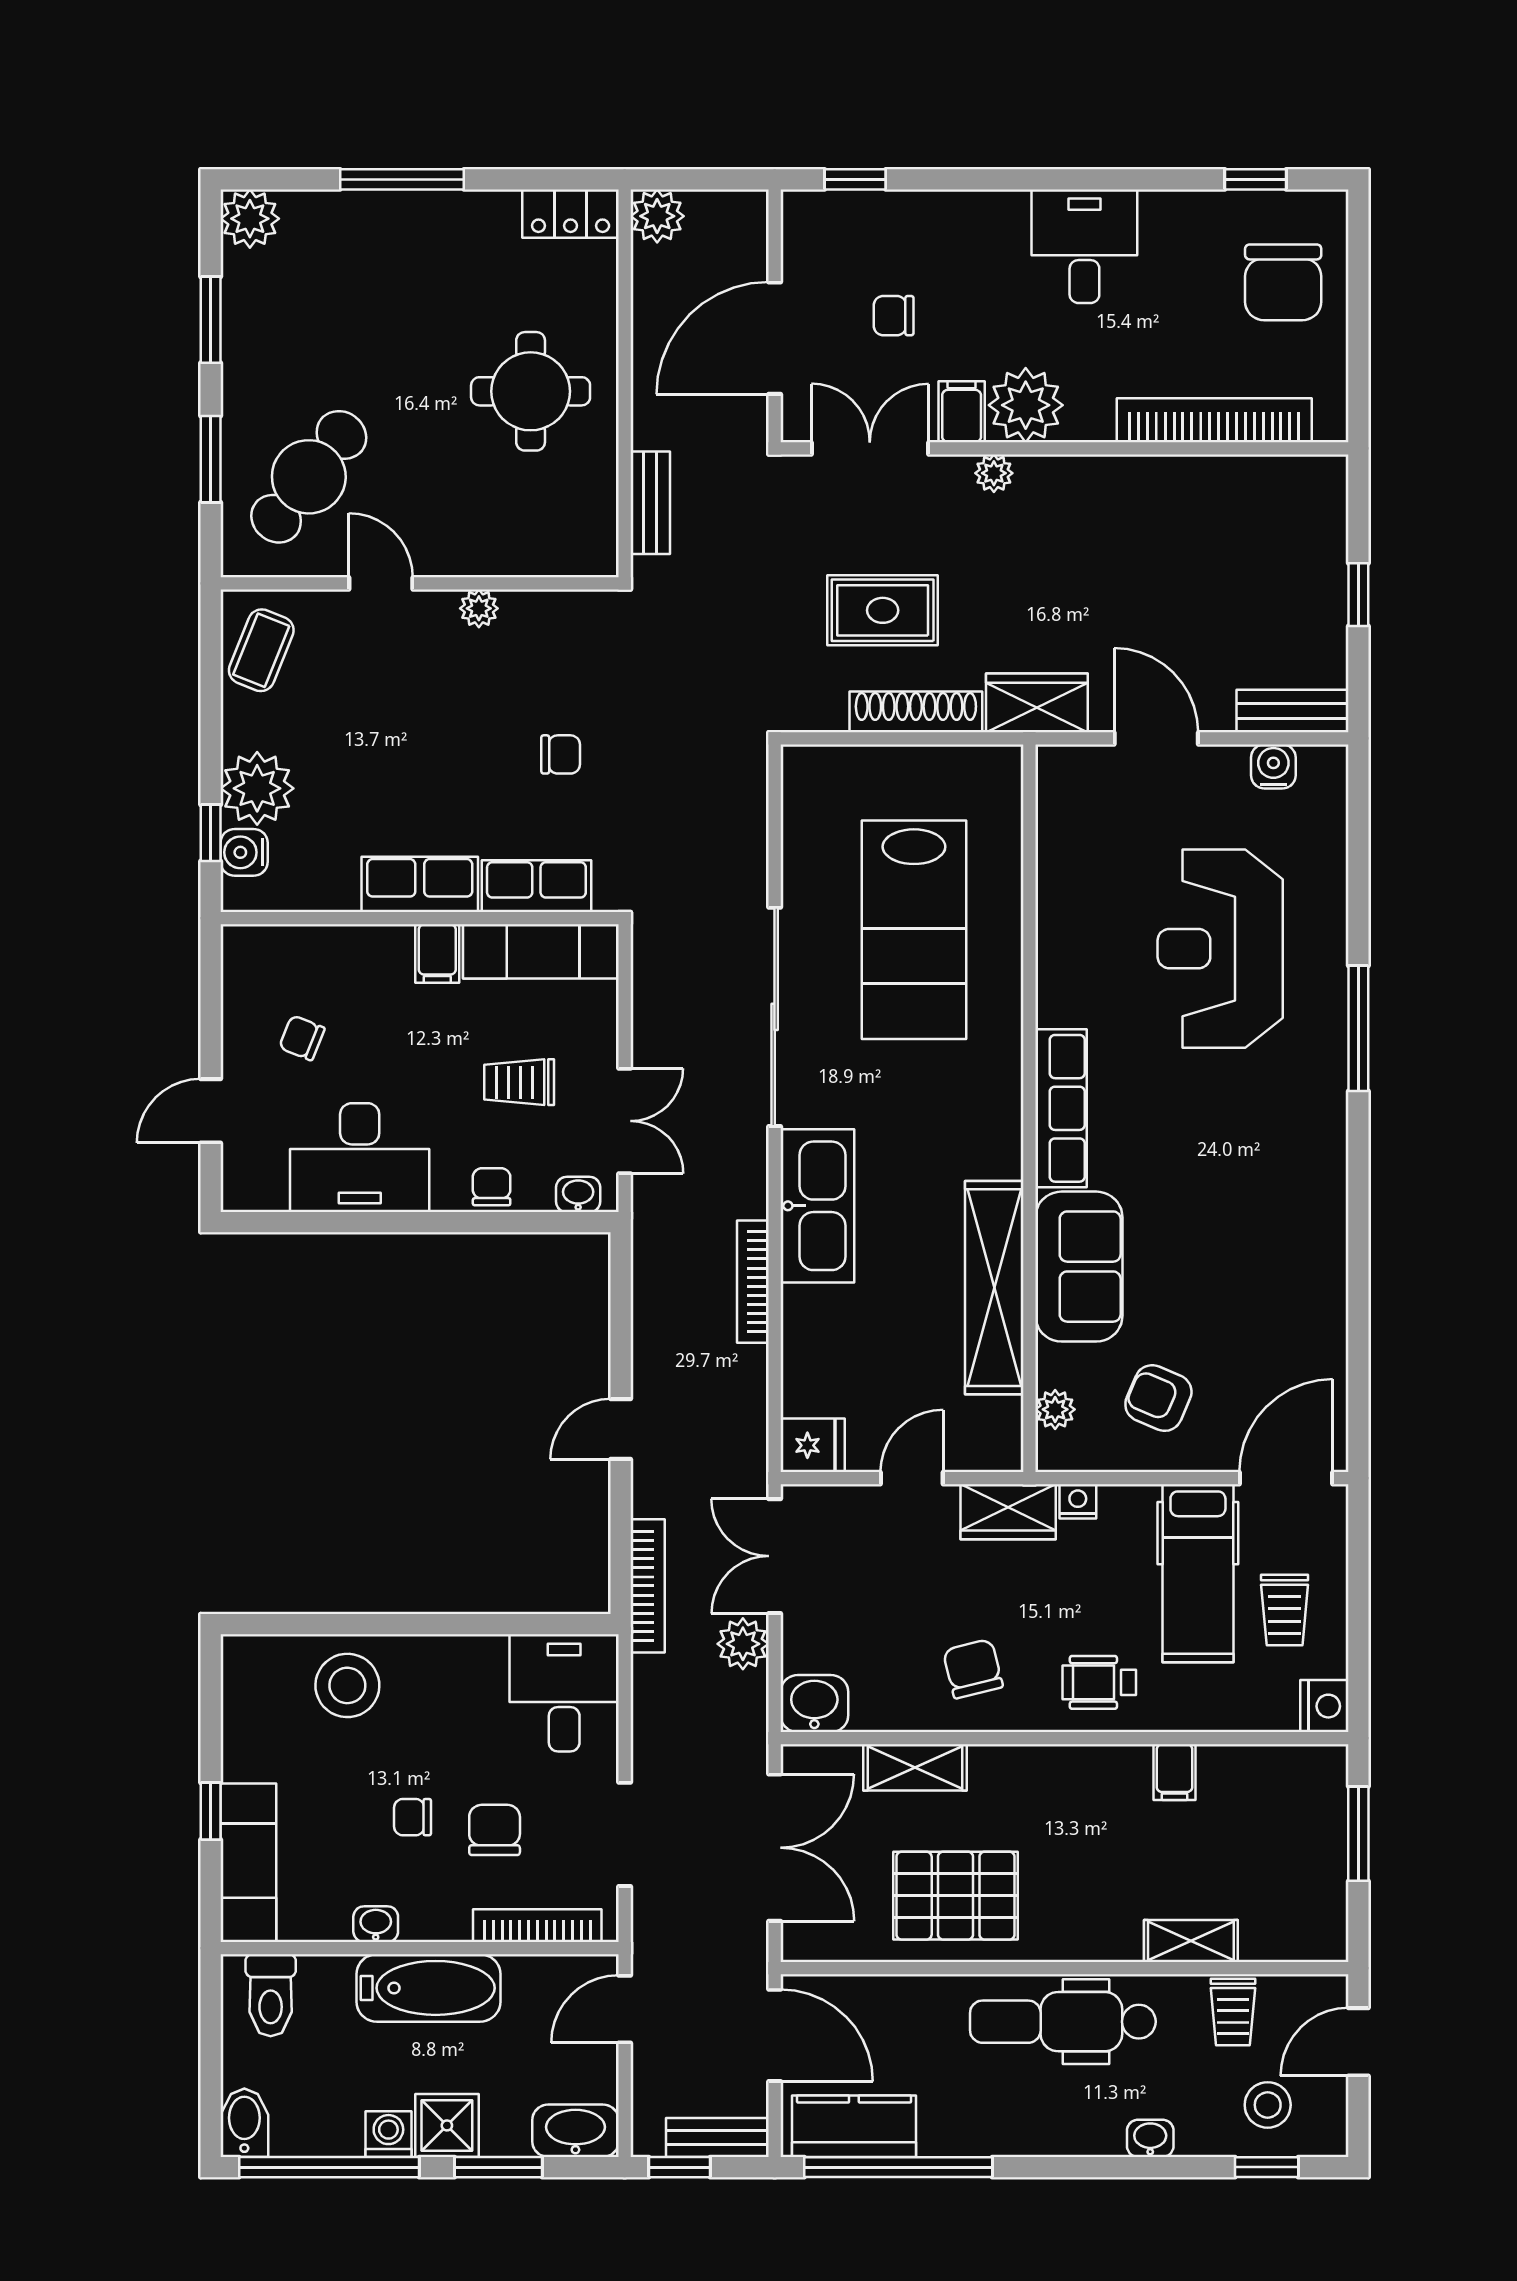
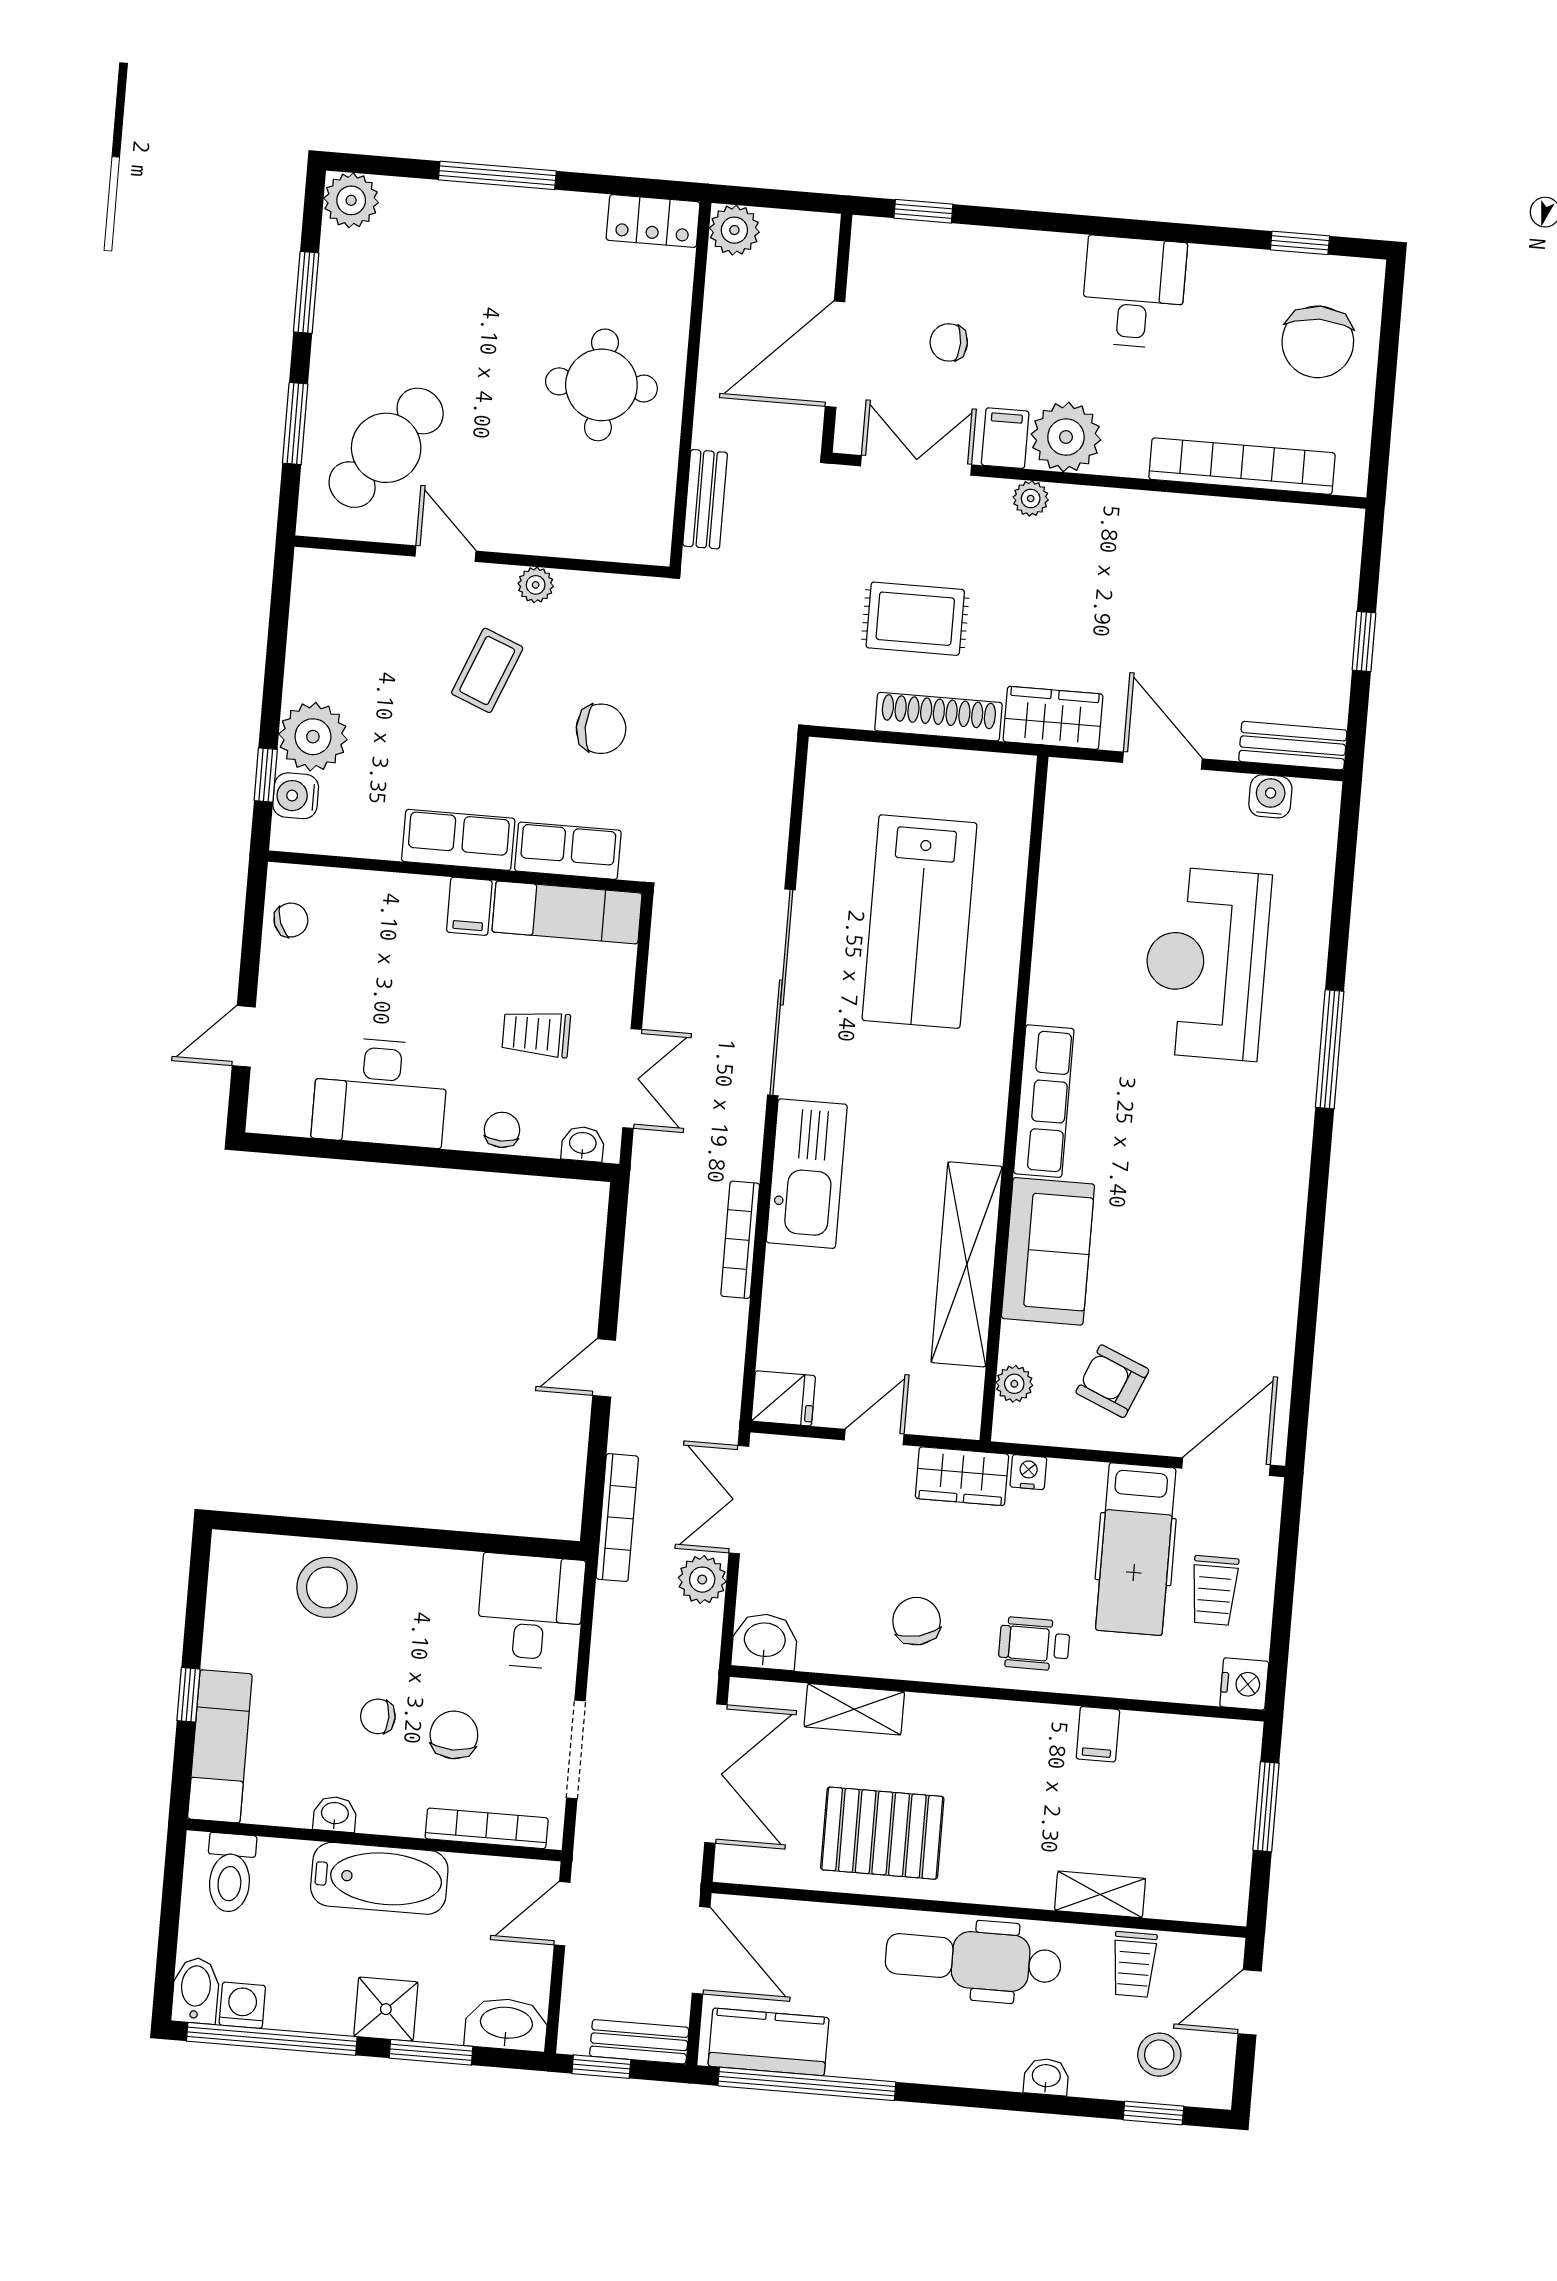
coffee table: (261, 650) -> (487, 670), moved
chair: (561, 754) -> (601, 729), width x1.37, depth x1.37
chair: (302, 1038) -> (291, 920), moved, turned 137
washing machine: (388, 2134) -> (242, 2005), moved

